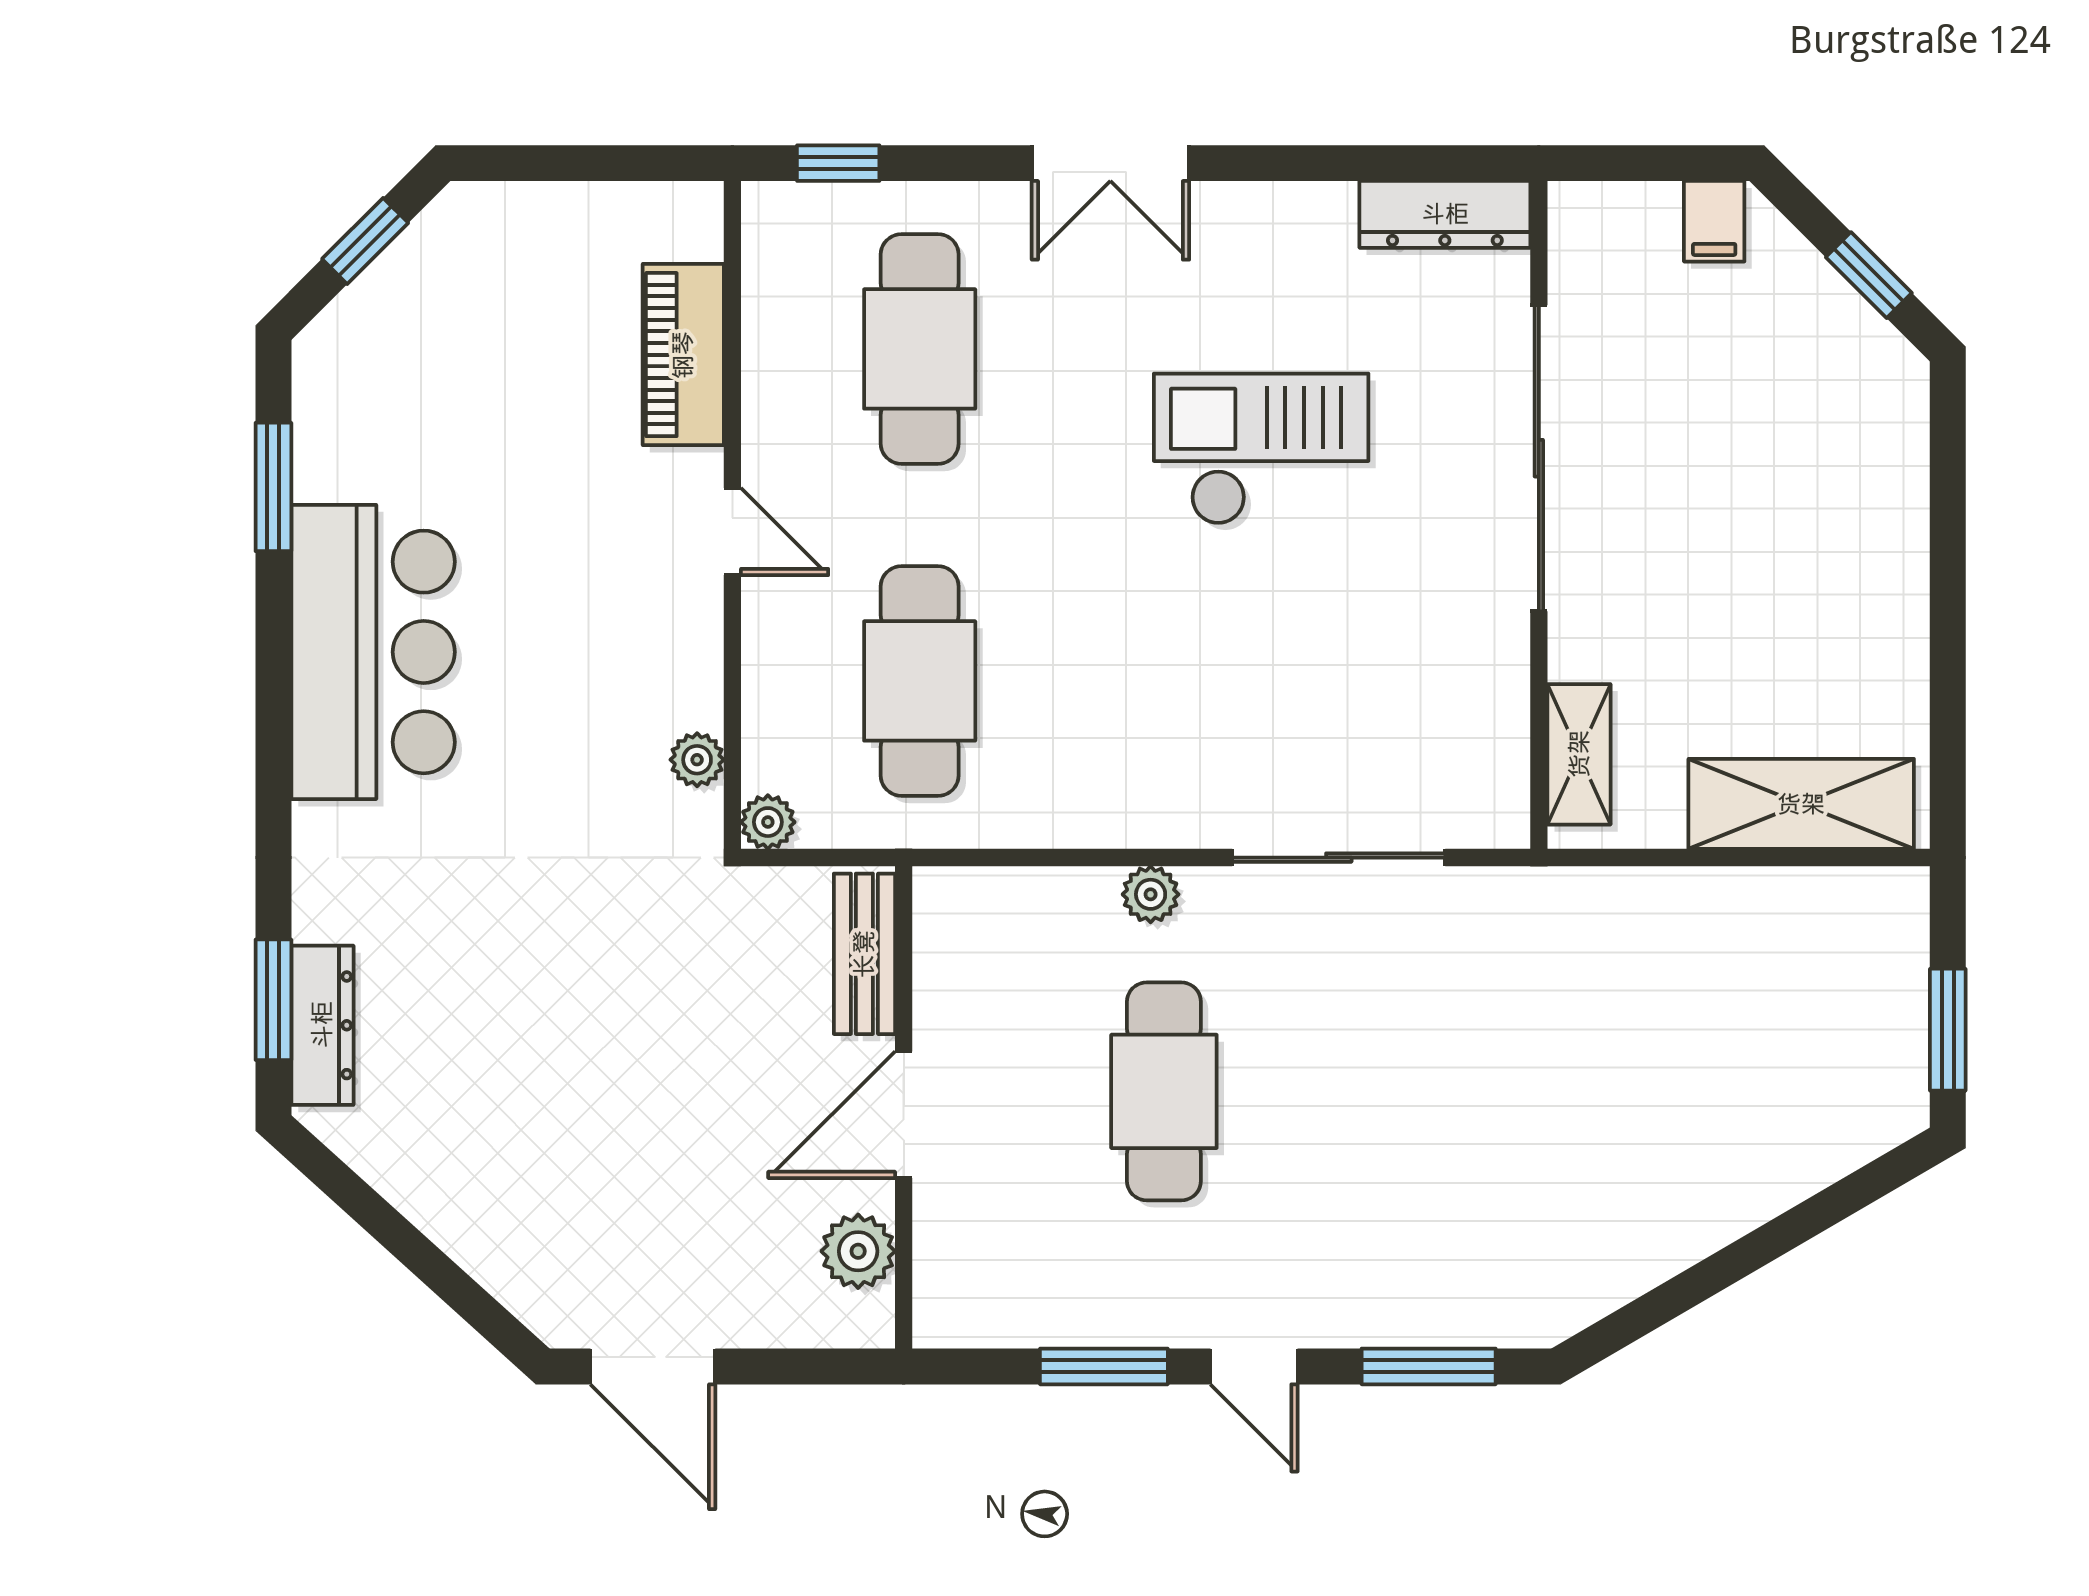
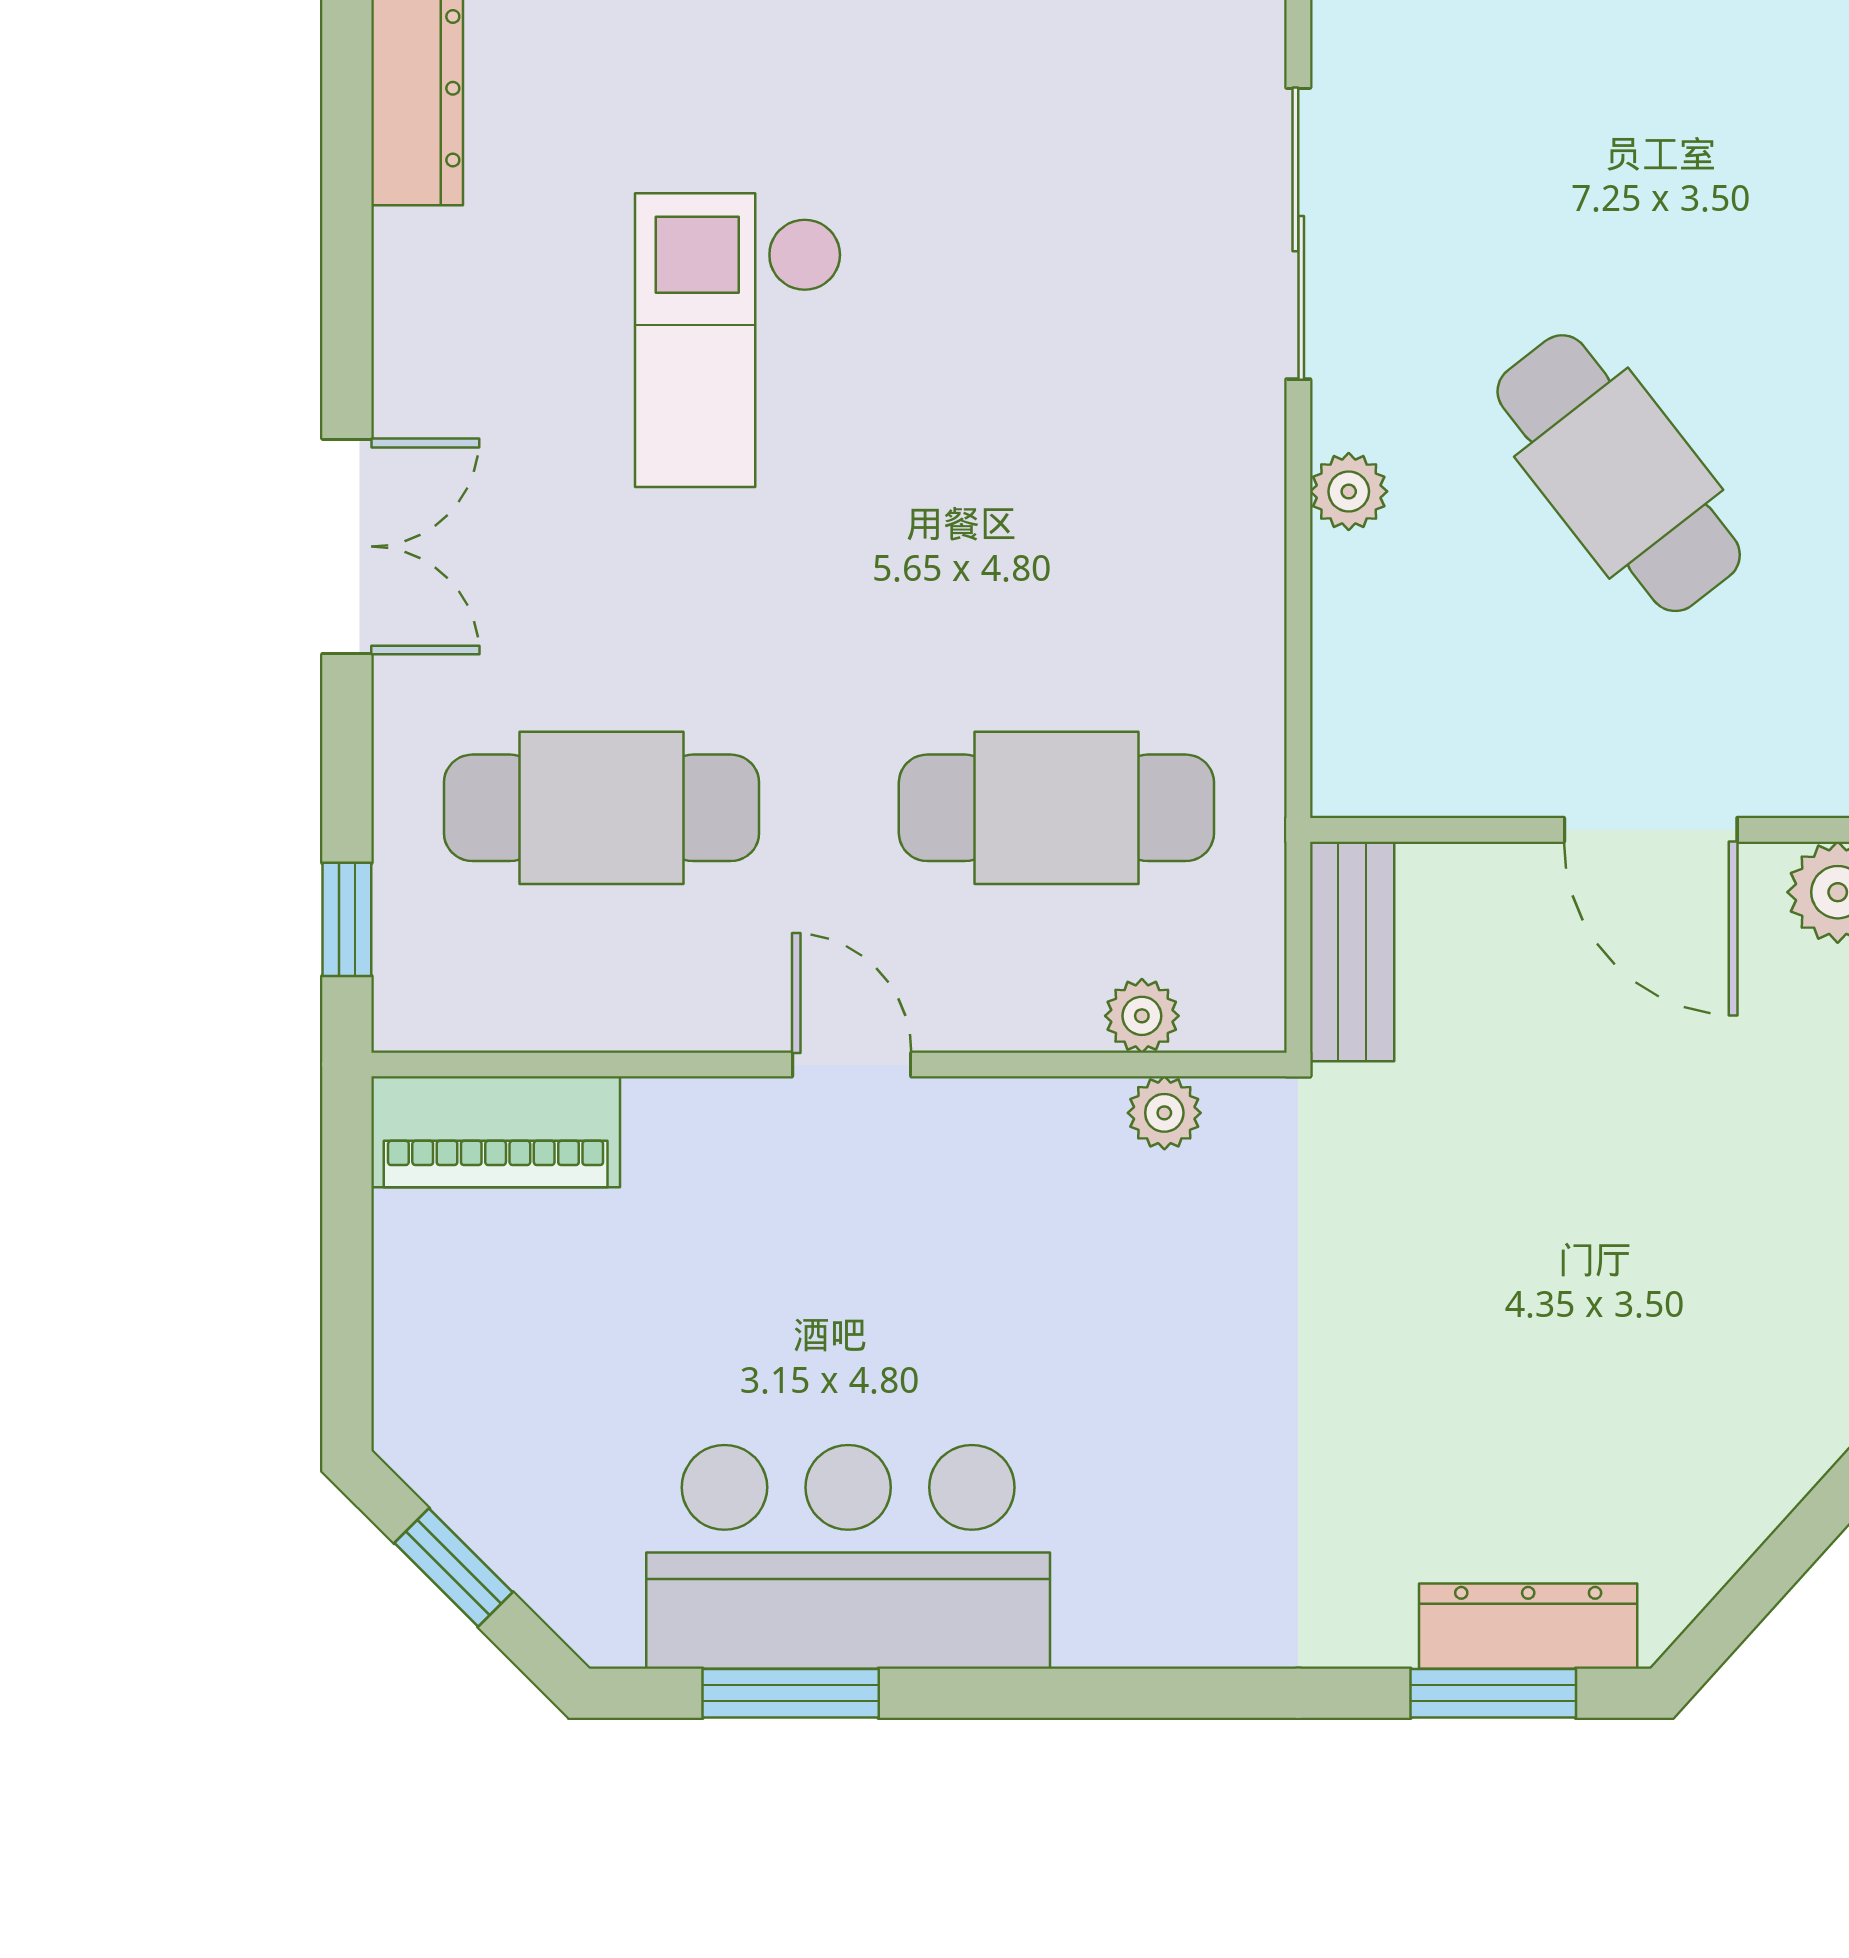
piano: (683, 355) -> (496, 1132), moved
door: (732, 532) -> (852, 1065), hinge flipped
bar counter: (373, 652) -> (848, 1557), moved
plant: (768, 822) -> (1142, 1016), moved
bench: (864, 954) -> (1352, 952), moved, turned 90
cafe table: (1164, 1091) -> (1619, 473), turned 52

